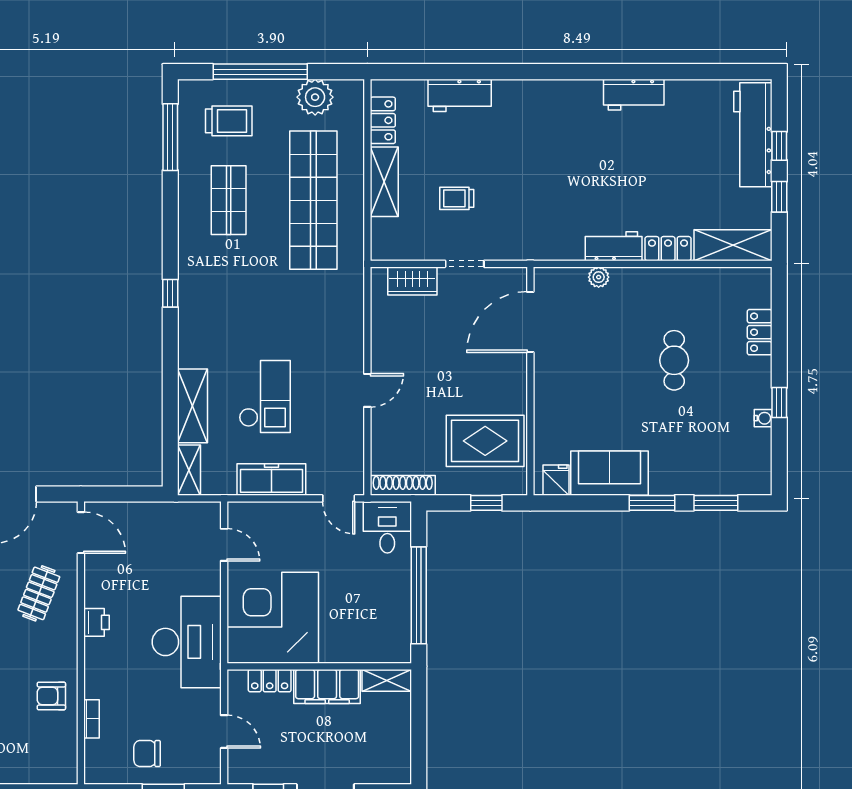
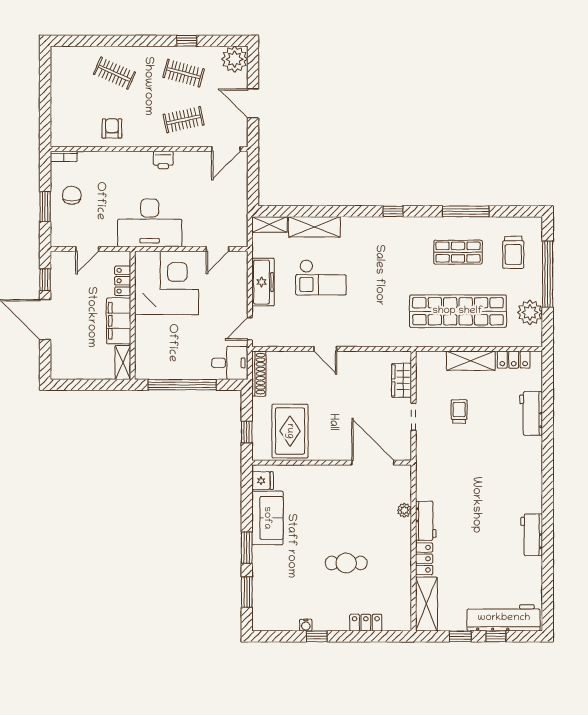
window: (170, 137) -> (466, 211), moved
clothes rail: (39, 593) -> (184, 120), turned -33
bookcase: (91, 719) -> (64, 156), moved

